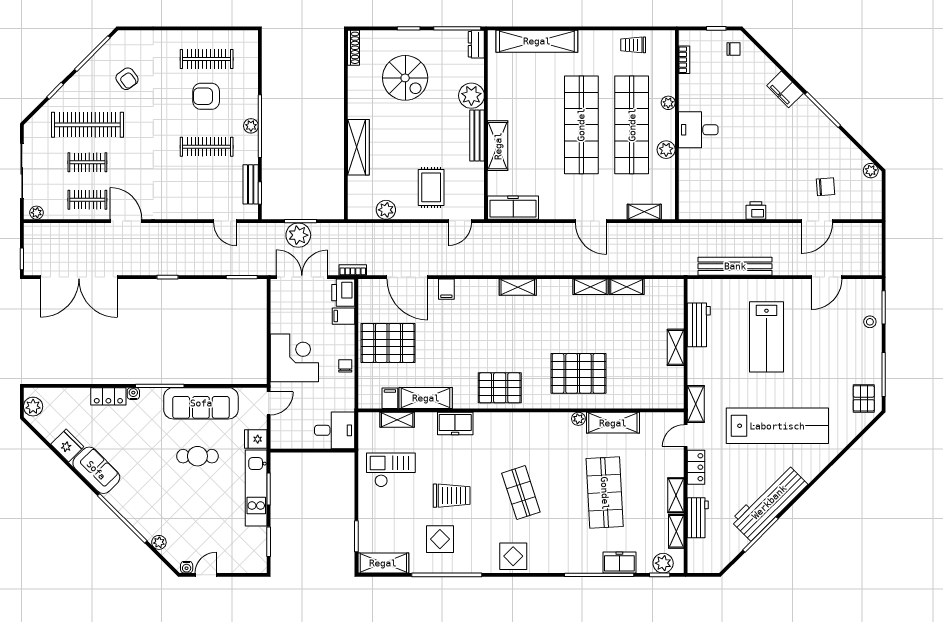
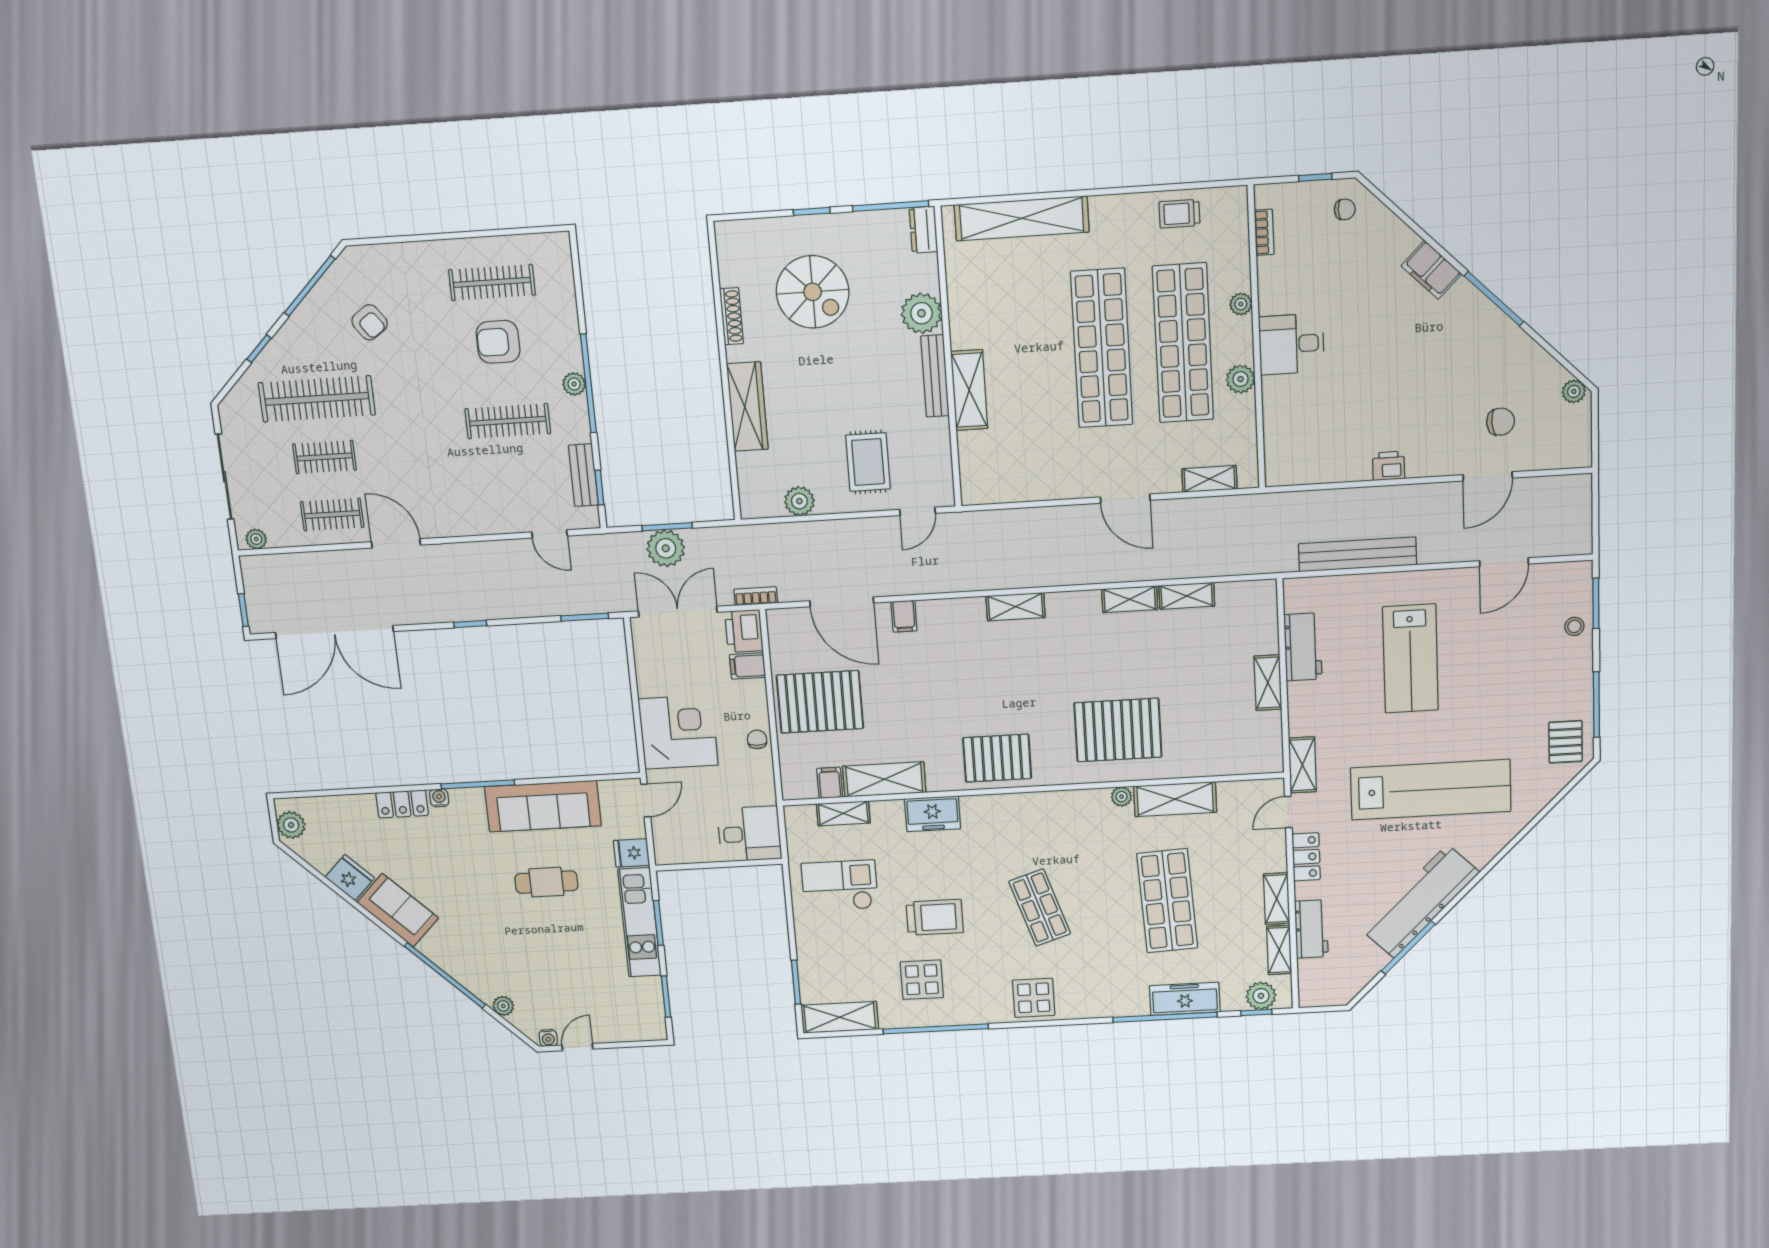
shoe rack: (354, 48) -> (732, 316), moved
freezer: (513, 208) -> (1000, 485), removed
freezer: (619, 563) -> (1185, 999), width x1.40

